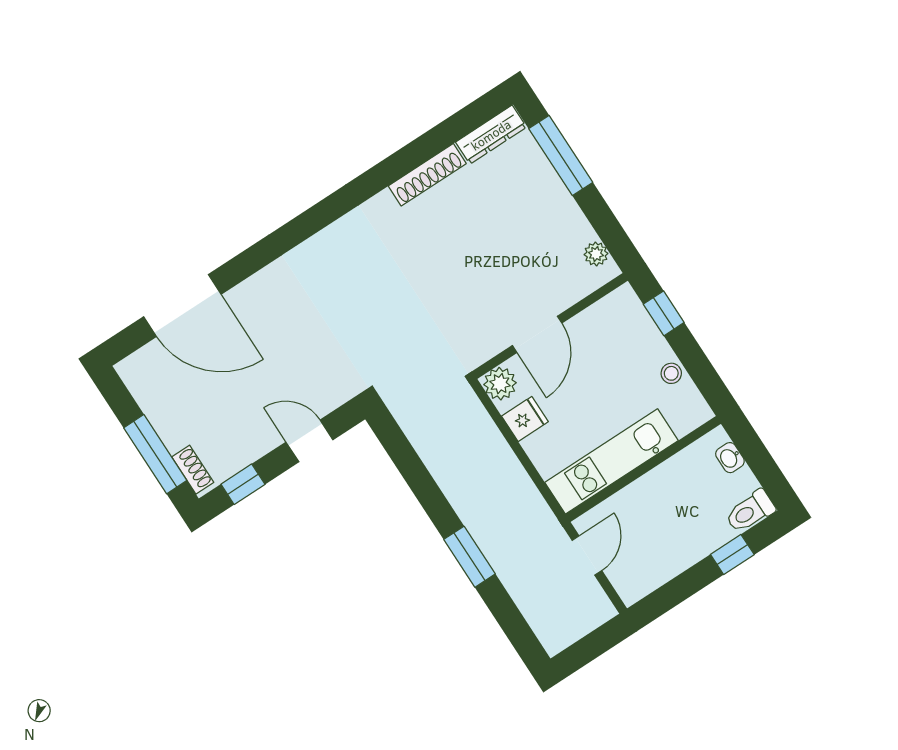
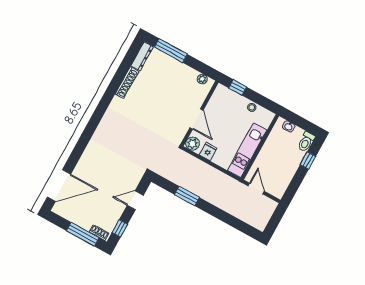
door: (182, 305) -> (59, 186), moved
window: (470, 557) -> (187, 196), moved

